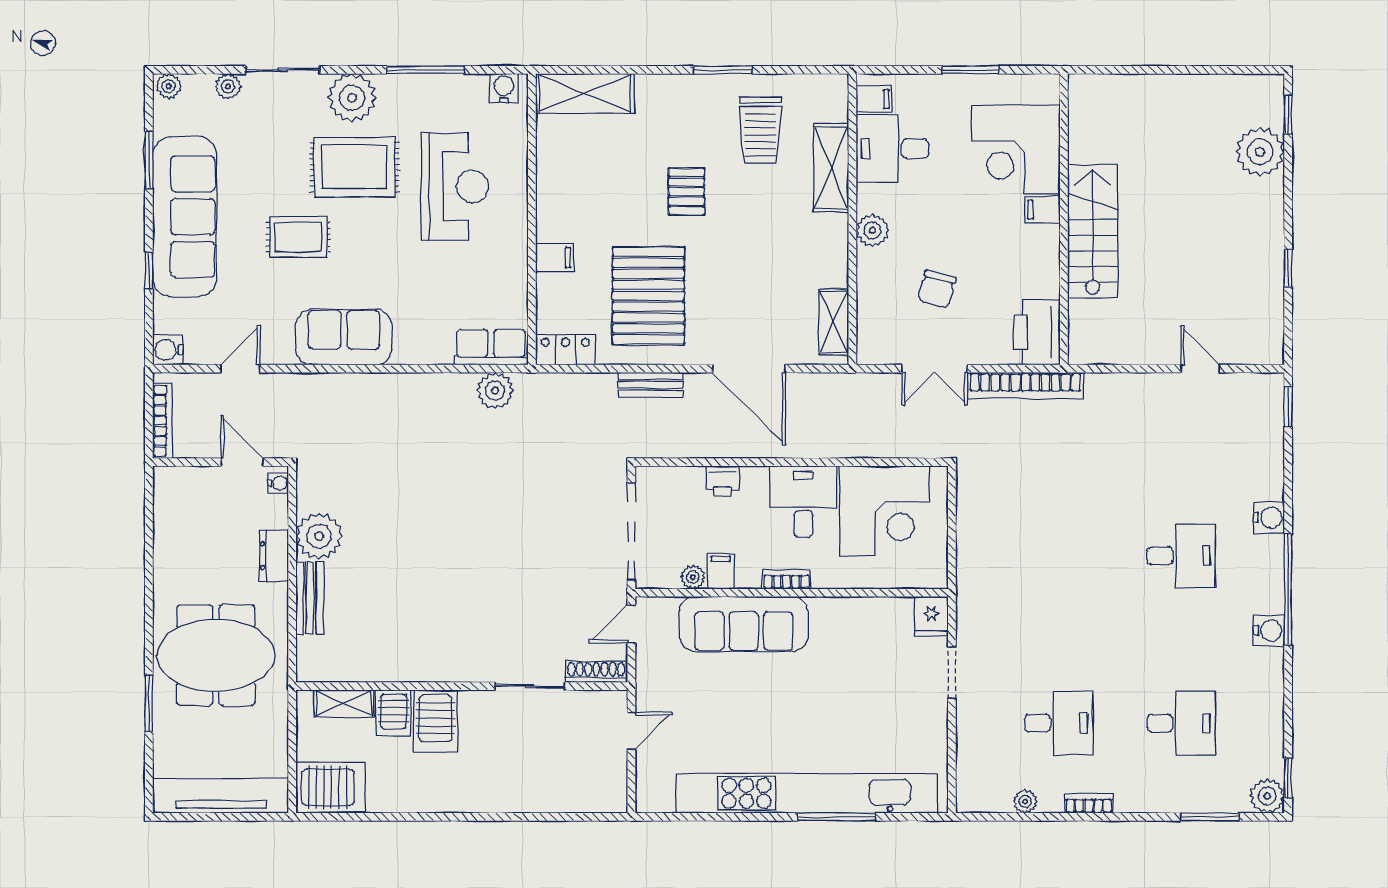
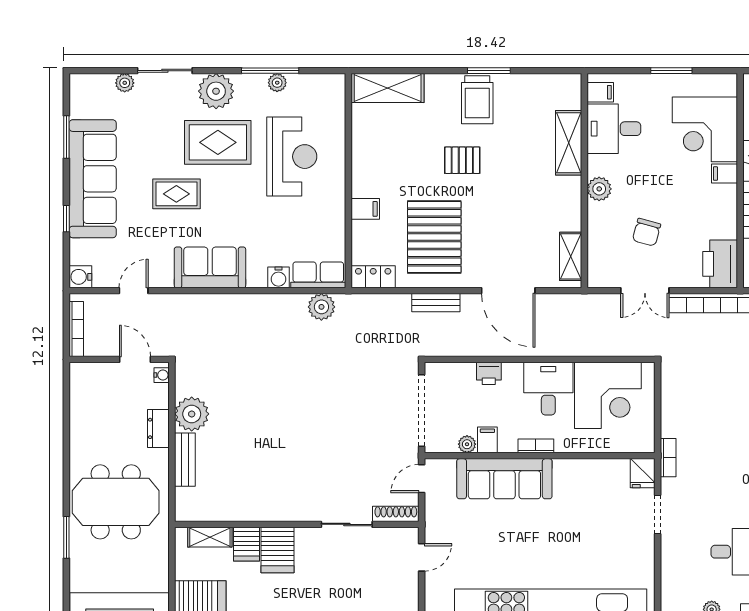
plant: (169, 86) -> (277, 83), moved
water cooler: (504, 88) -> (278, 277), moved, turned 180
trolley: (760, 130) -> (477, 100), moved
pallet: (686, 191) -> (462, 160), turned 90
bookcase: (966, 595) -> (668, 458), added

